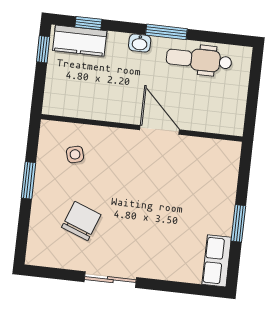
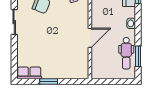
window: (166, 32) -> (138, 56), moved
dental chair: (199, 60) -> (126, 53), turned 180

